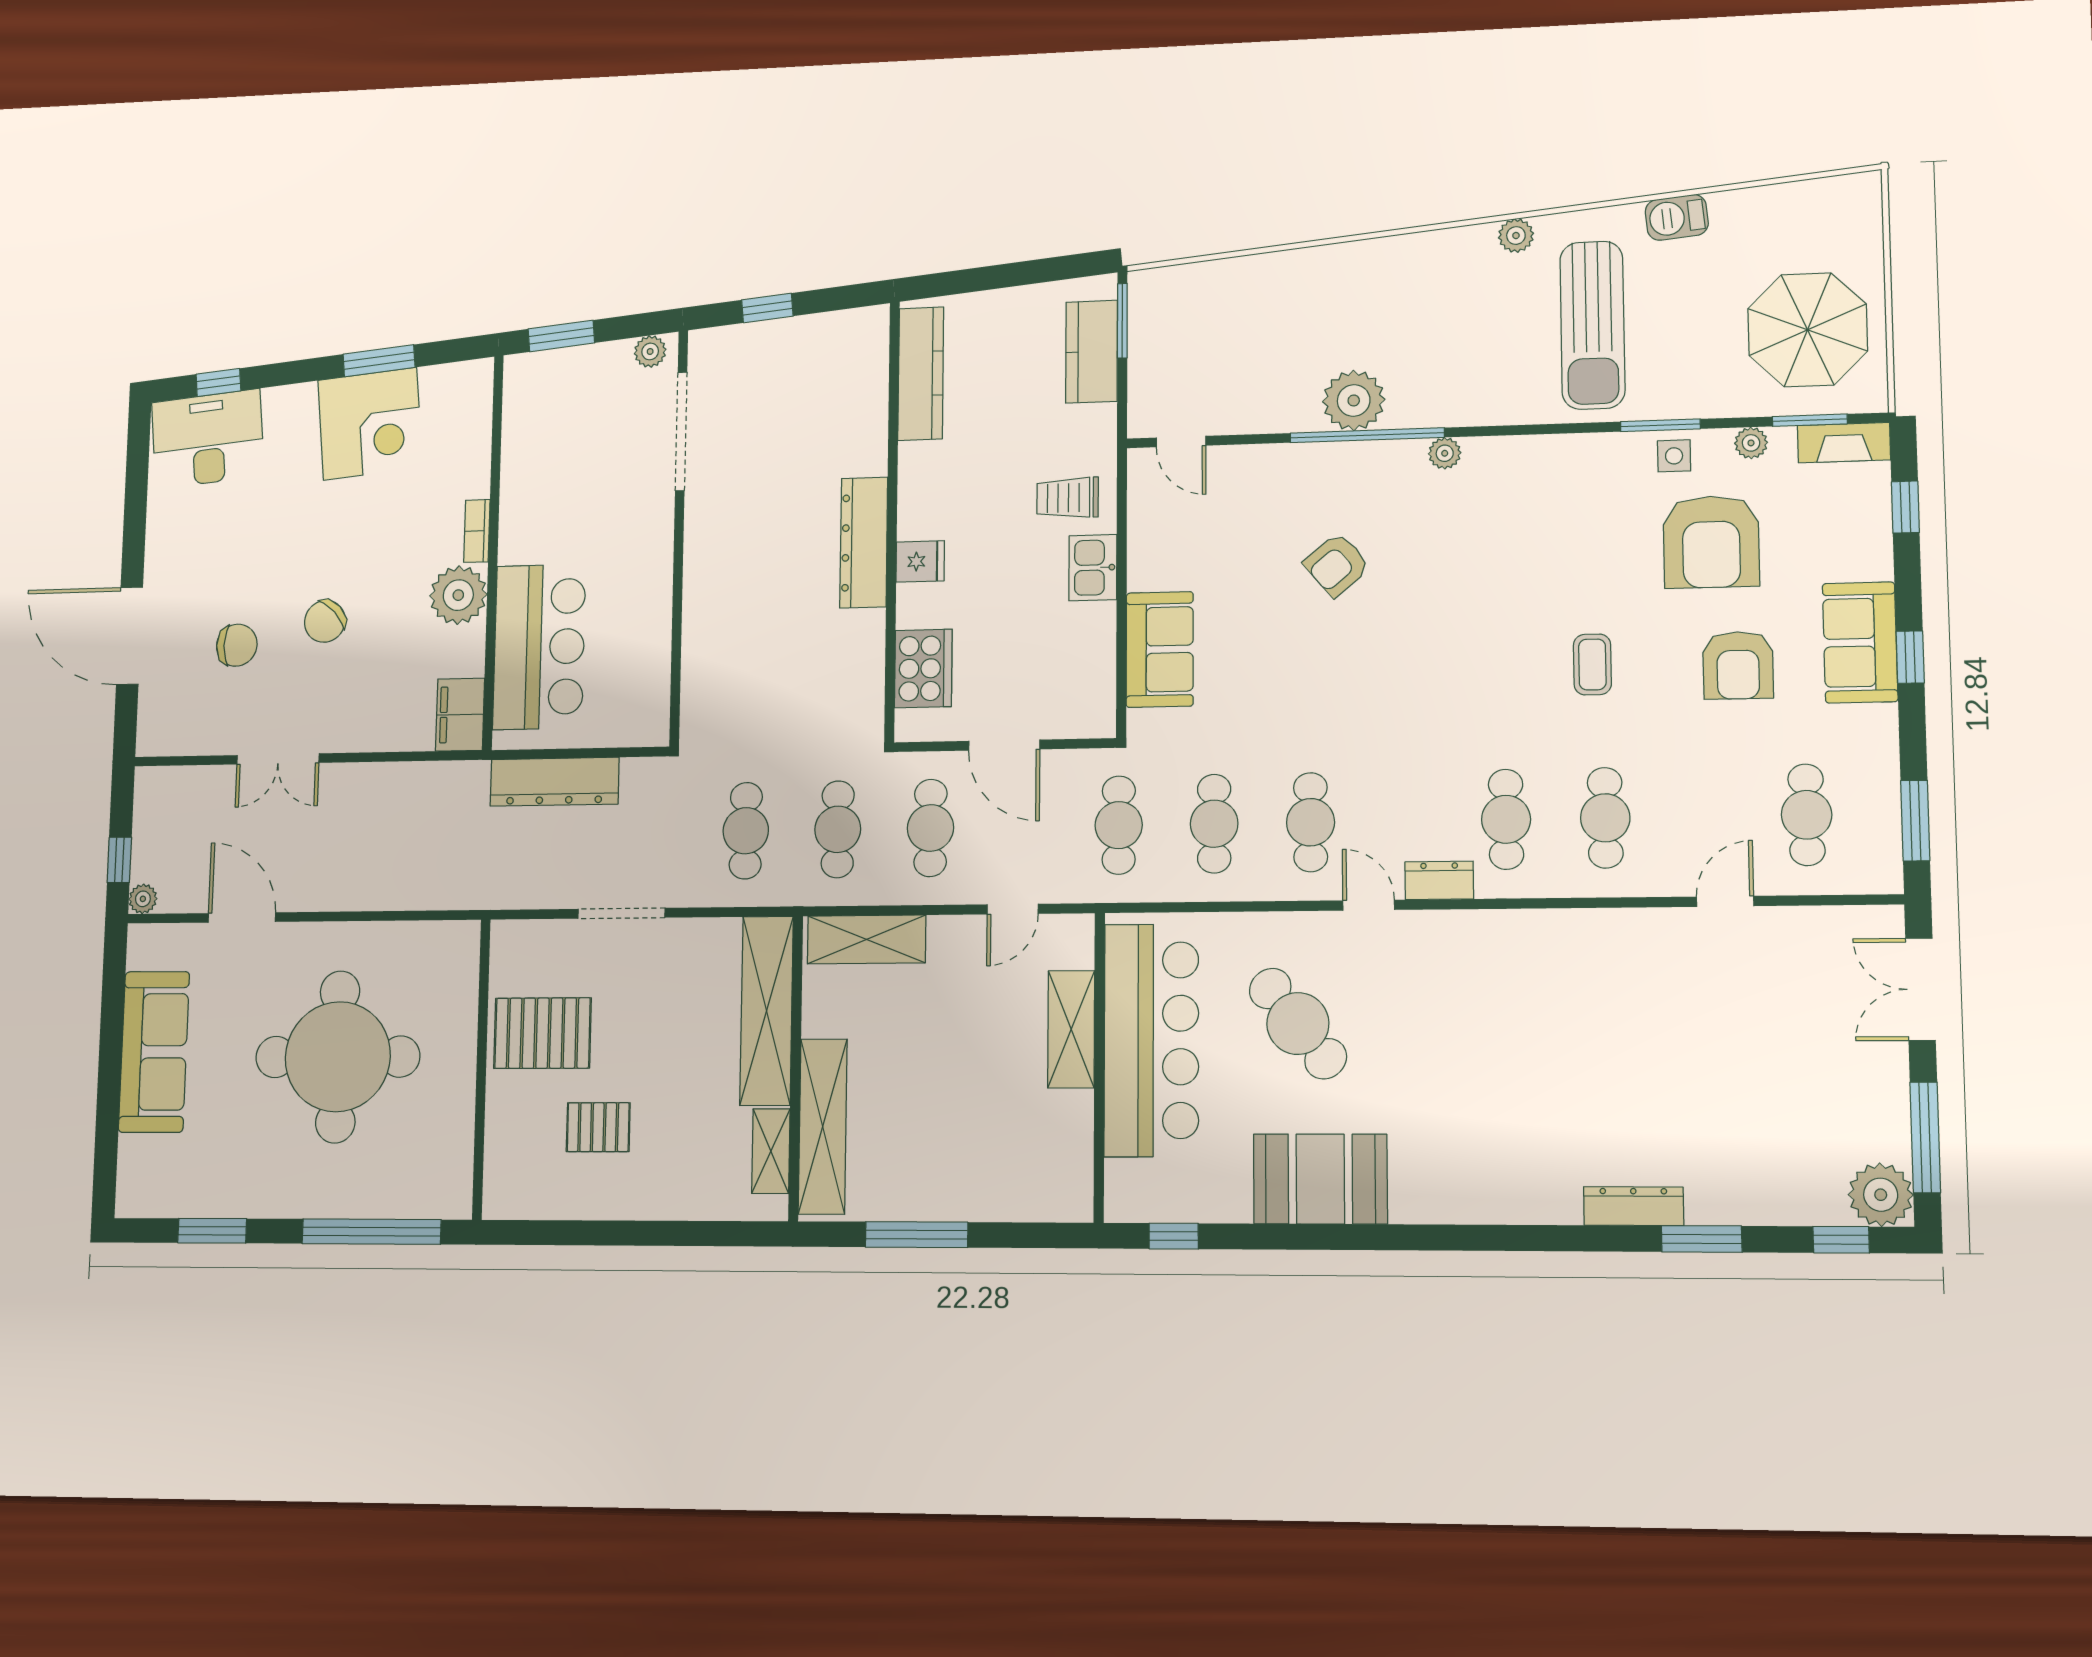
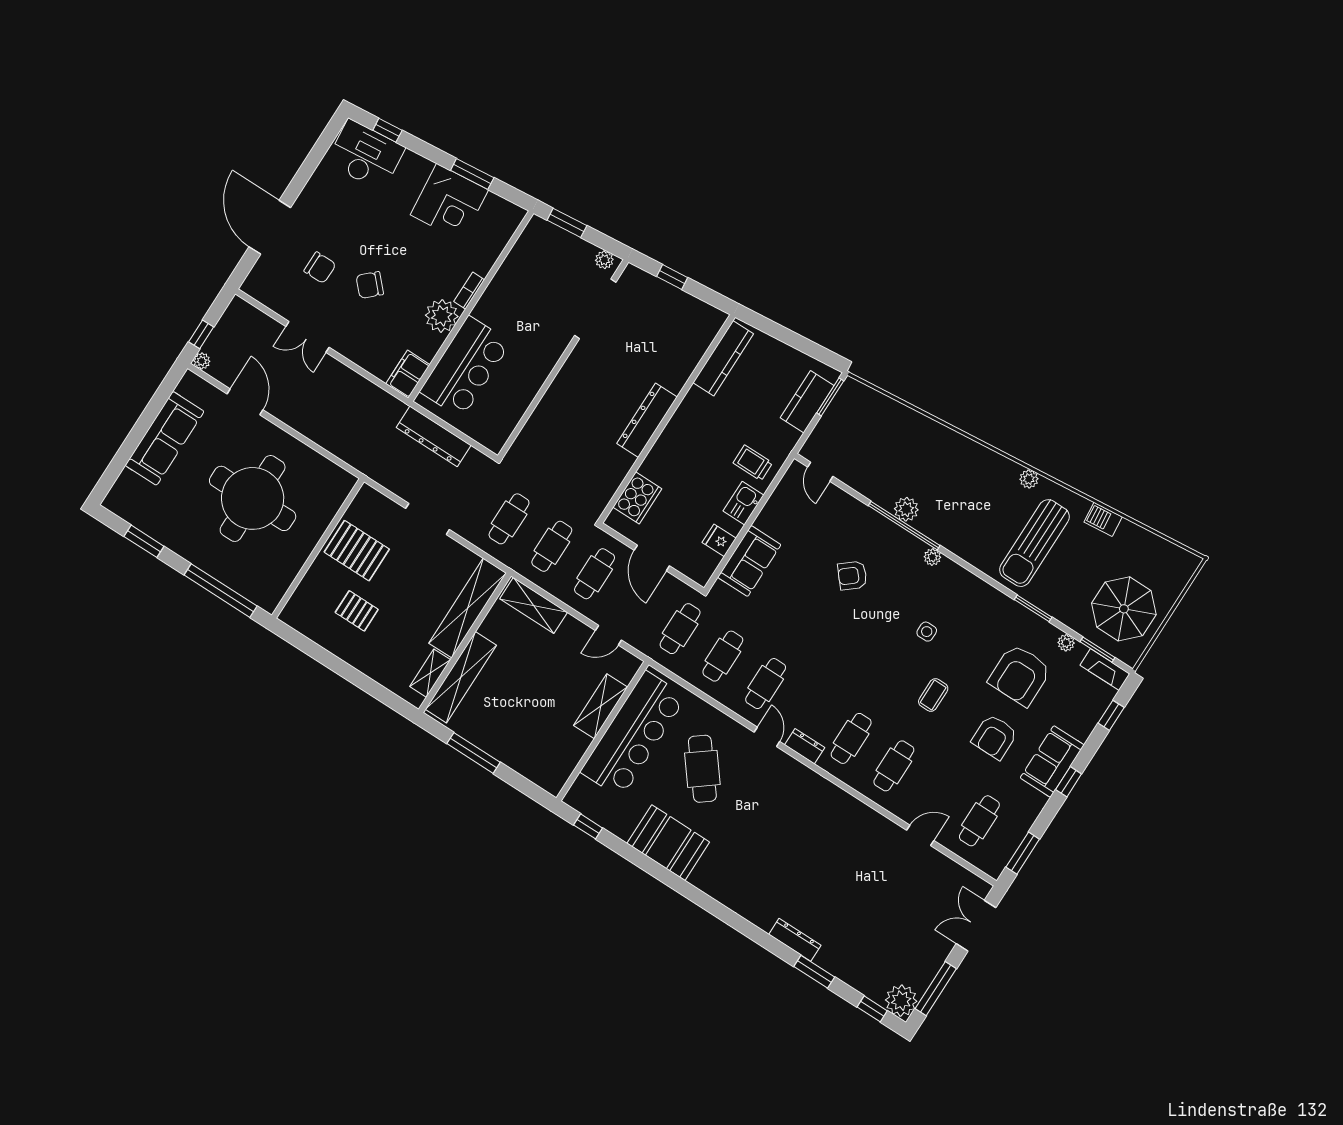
plant: (1354, 400) -> (906, 509), width x0.73, depth x0.73
side table: (1674, 456) -> (927, 632), moved
fridge: (920, 561) -> (719, 540), moved, turned 180

